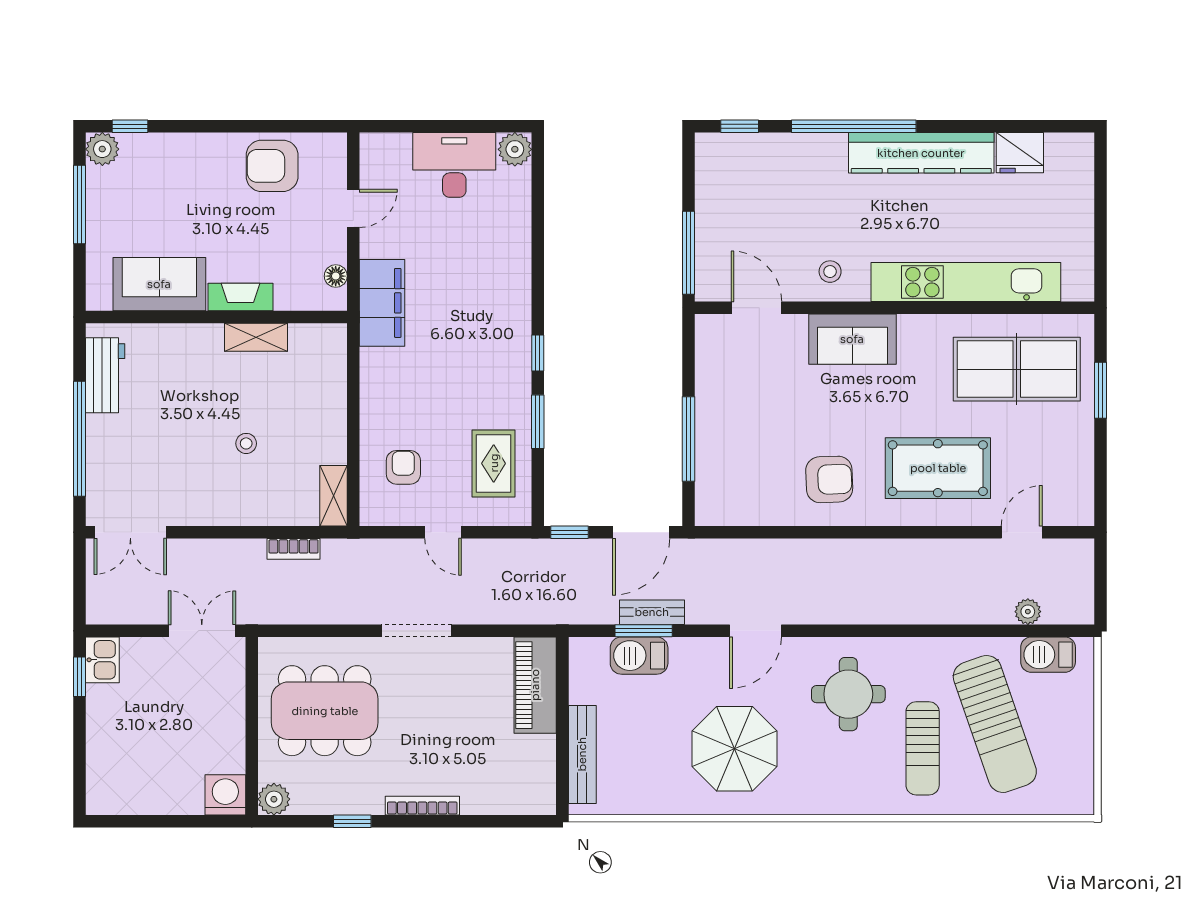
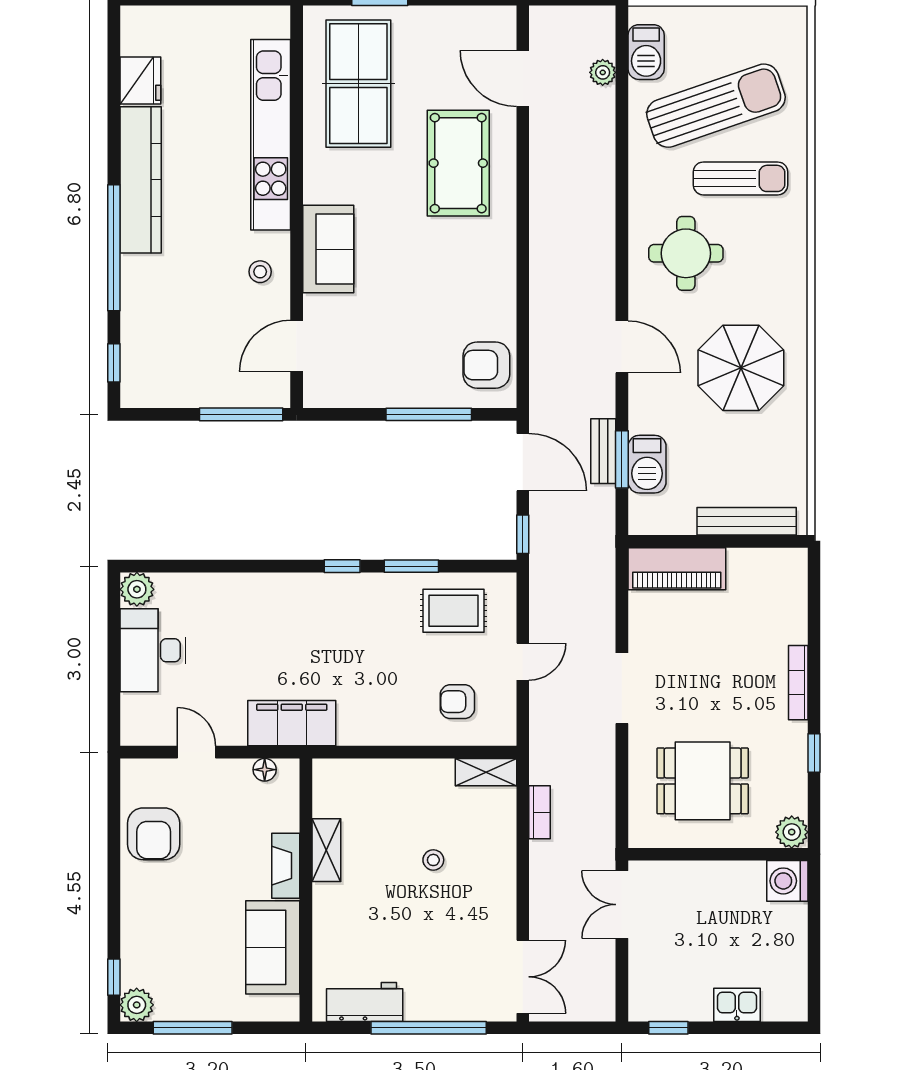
armchair: (829, 479) -> (486, 365), moved, turned -88
door: (1022, 532) -> (523, 78), width x1.38
kitchen sink: (102, 660) -> (737, 1005), moved
dining table: (325, 711) -> (703, 781), width x0.73

